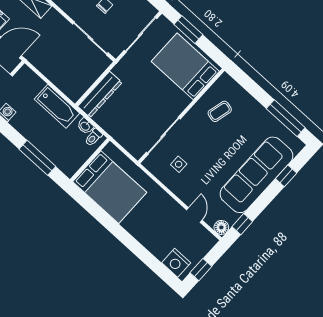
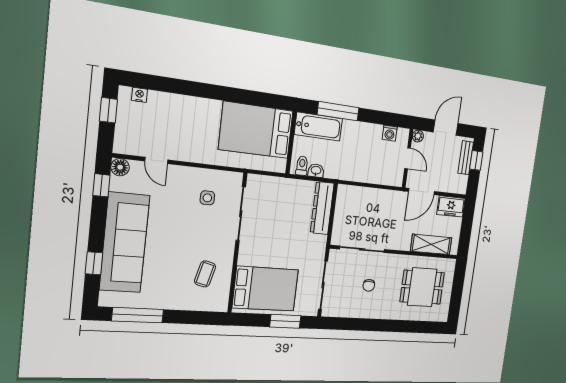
bathtub: (57, 106) -> (318, 127), moved, turned 180
nightstand: (176, 263) -> (139, 95), width x0.53, depth x0.56

